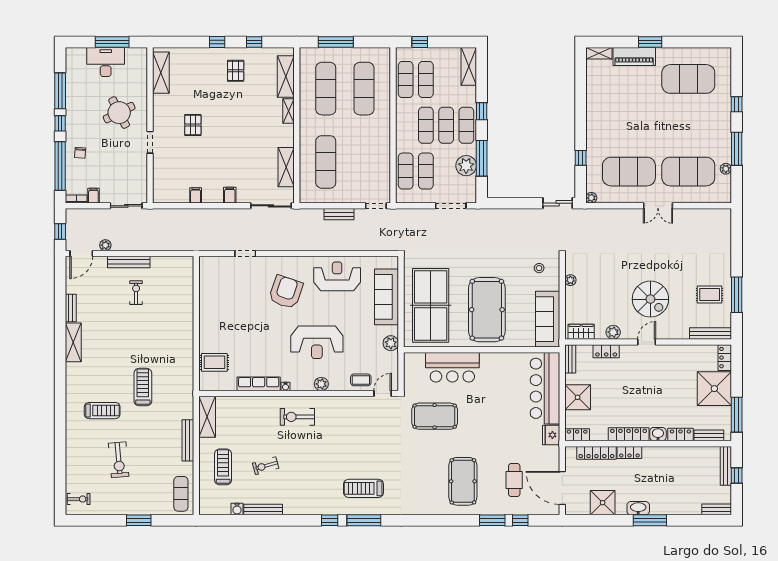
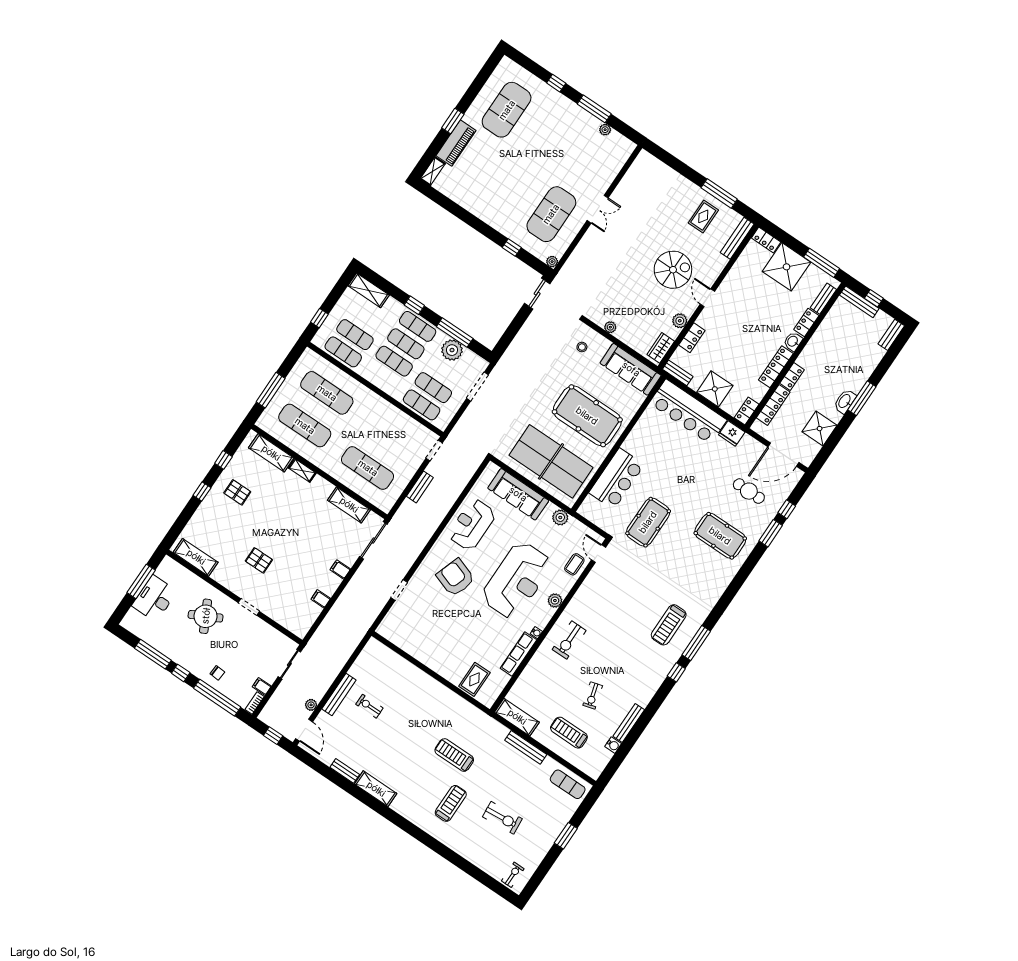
exercise mat: (688, 172) -> (586, 163), removed
reception desk: (317, 342) -> (517, 580), width x1.36, depth x1.30

